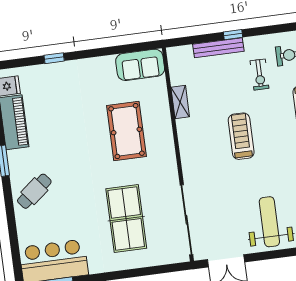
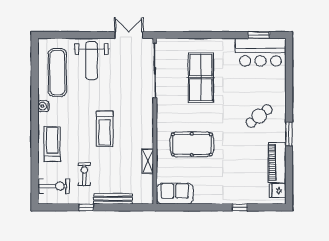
window: (233, 35) -> (86, 207), moved
pool table: (126, 131) -> (192, 144), turned 90
cafe table: (34, 191) -> (259, 116), moved

